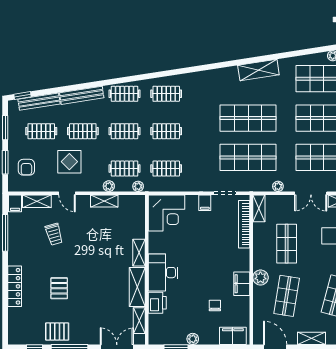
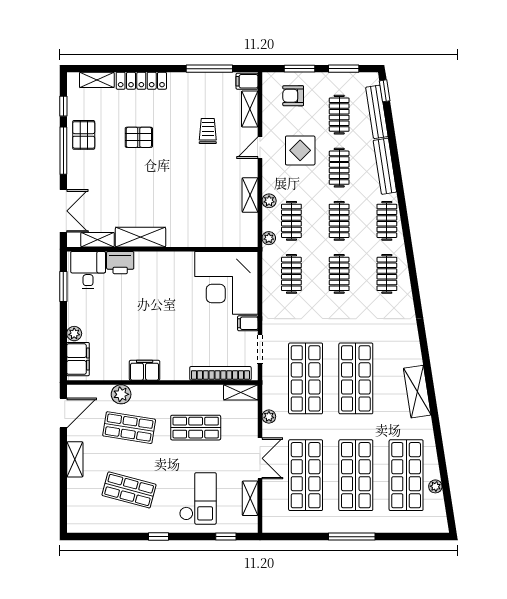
double door: (311, 193) -> (260, 458), swing flipped
corner desk: (167, 213) -> (226, 283), width x1.36, depth x1.36
trolley: (54, 234) -> (208, 131), turned 106
shelving: (139, 253) -> (97, 80), moved
desk: (163, 273) -> (88, 270), moved, width x0.73
plant: (260, 278) -> (121, 394), moved
chair: (215, 305) -> (117, 336), removed
plant: (193, 339) -> (74, 334), moved

